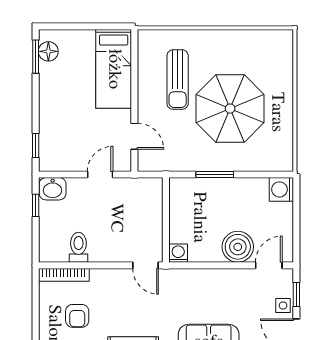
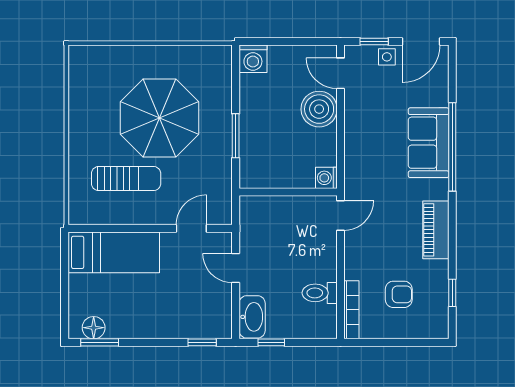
washbasin: (53, 189) -> (252, 317), width x1.38

